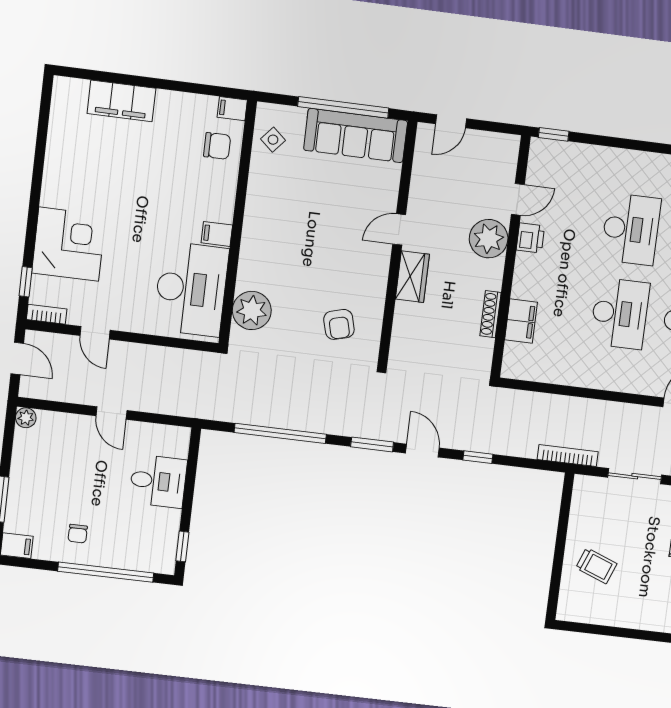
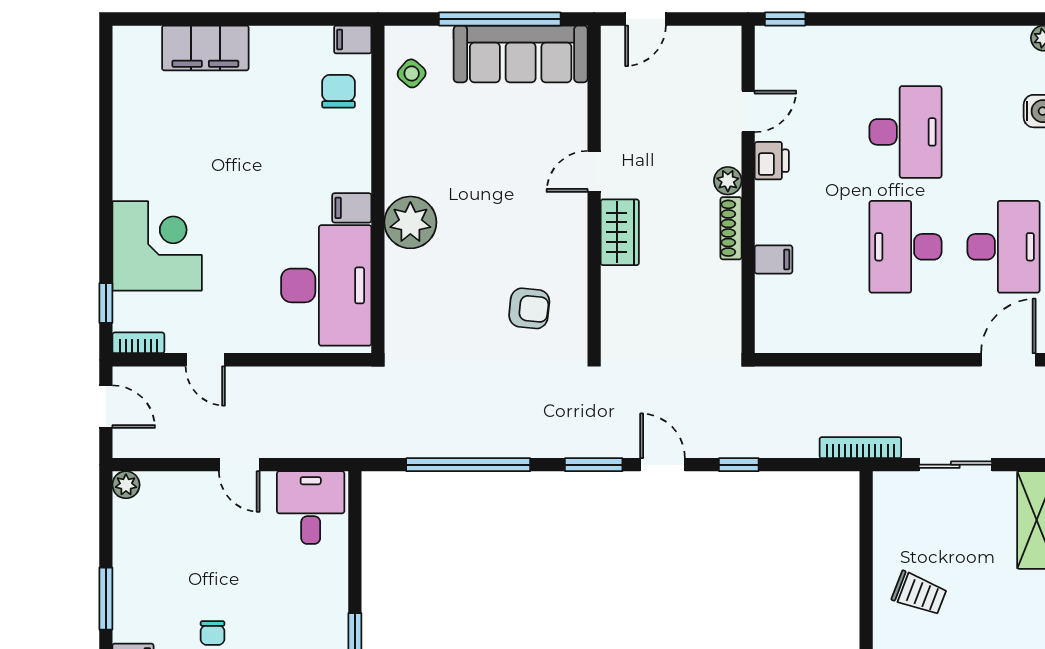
chair: (217, 146) -> (338, 91), turned -90
plant: (489, 239) -> (728, 181), width x0.53, depth x0.53
plant: (252, 310) -> (410, 222), moved
desk: (620, 313) -> (905, 247), turned 180
shoe rack: (490, 314) -> (731, 228), moved
filing cabinet: (521, 321) -> (774, 259), width x0.50
armchair: (339, 324) -> (529, 308), turned -69
desk: (158, 481) -> (311, 508), moved, turned -90

